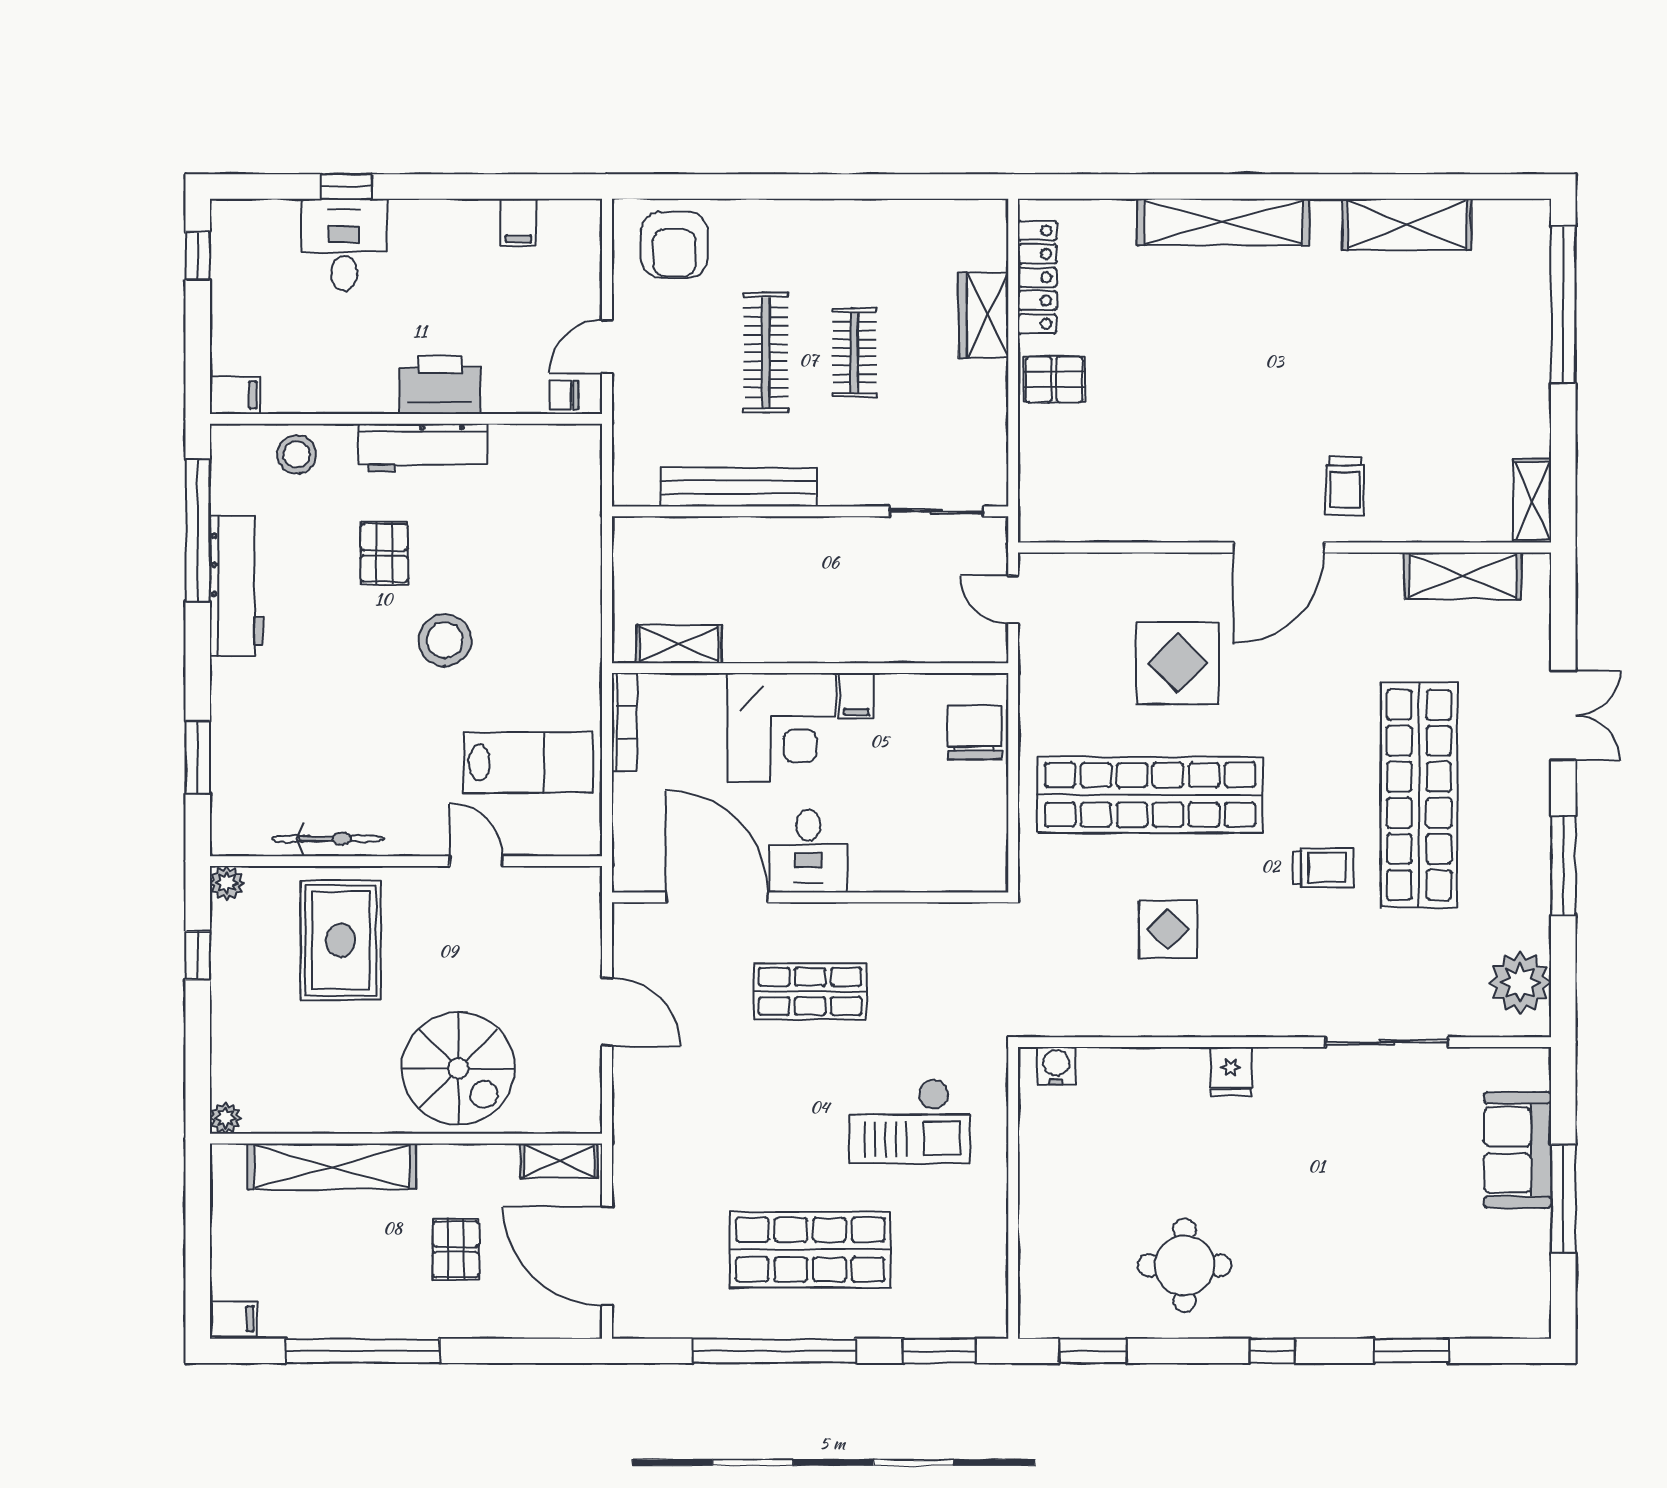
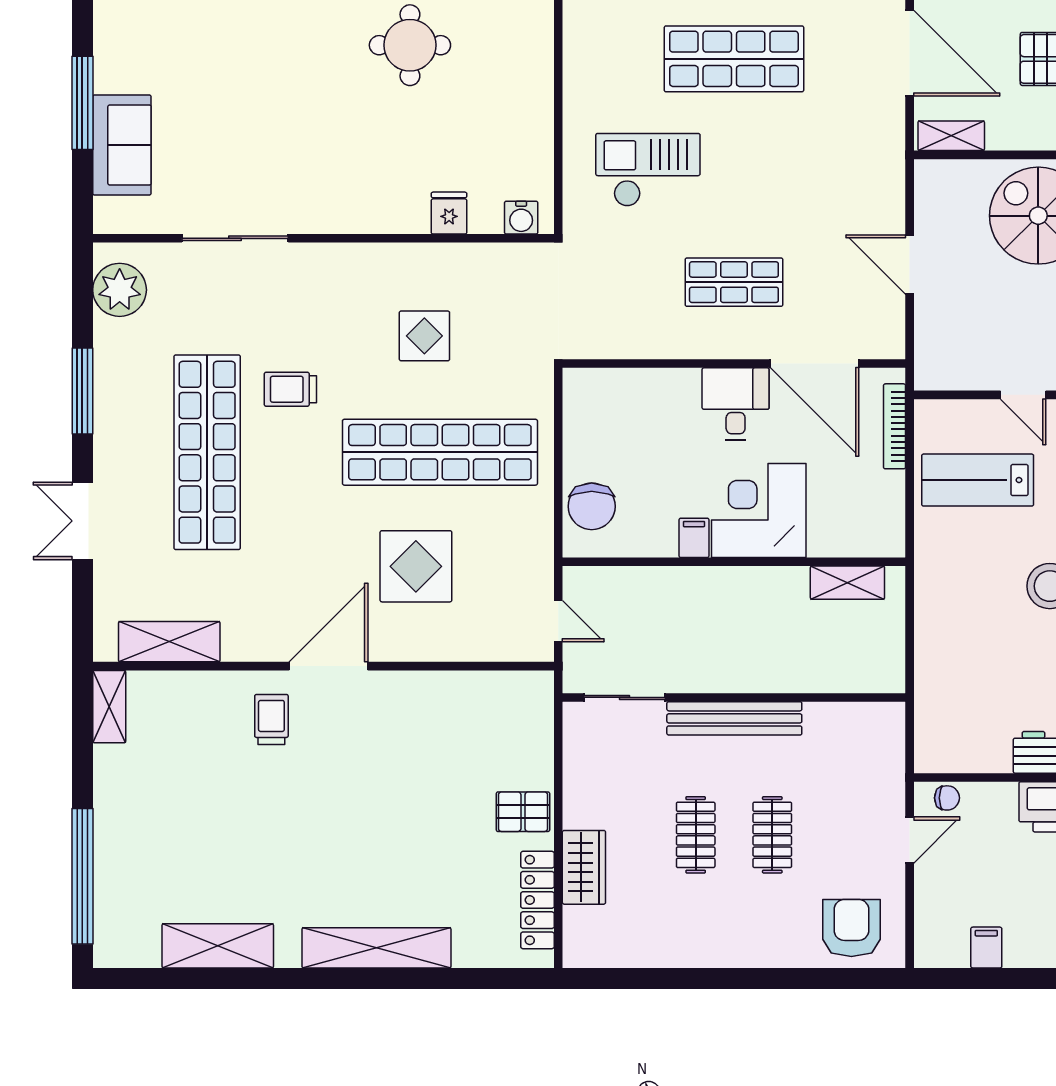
clothes rail: (766, 353) -> (772, 835), width x0.73
bench: (738, 487) -> (734, 718), moved
bookcase: (624, 722) -> (895, 426), moved
fridge: (1231, 1071) -> (449, 213), moved

